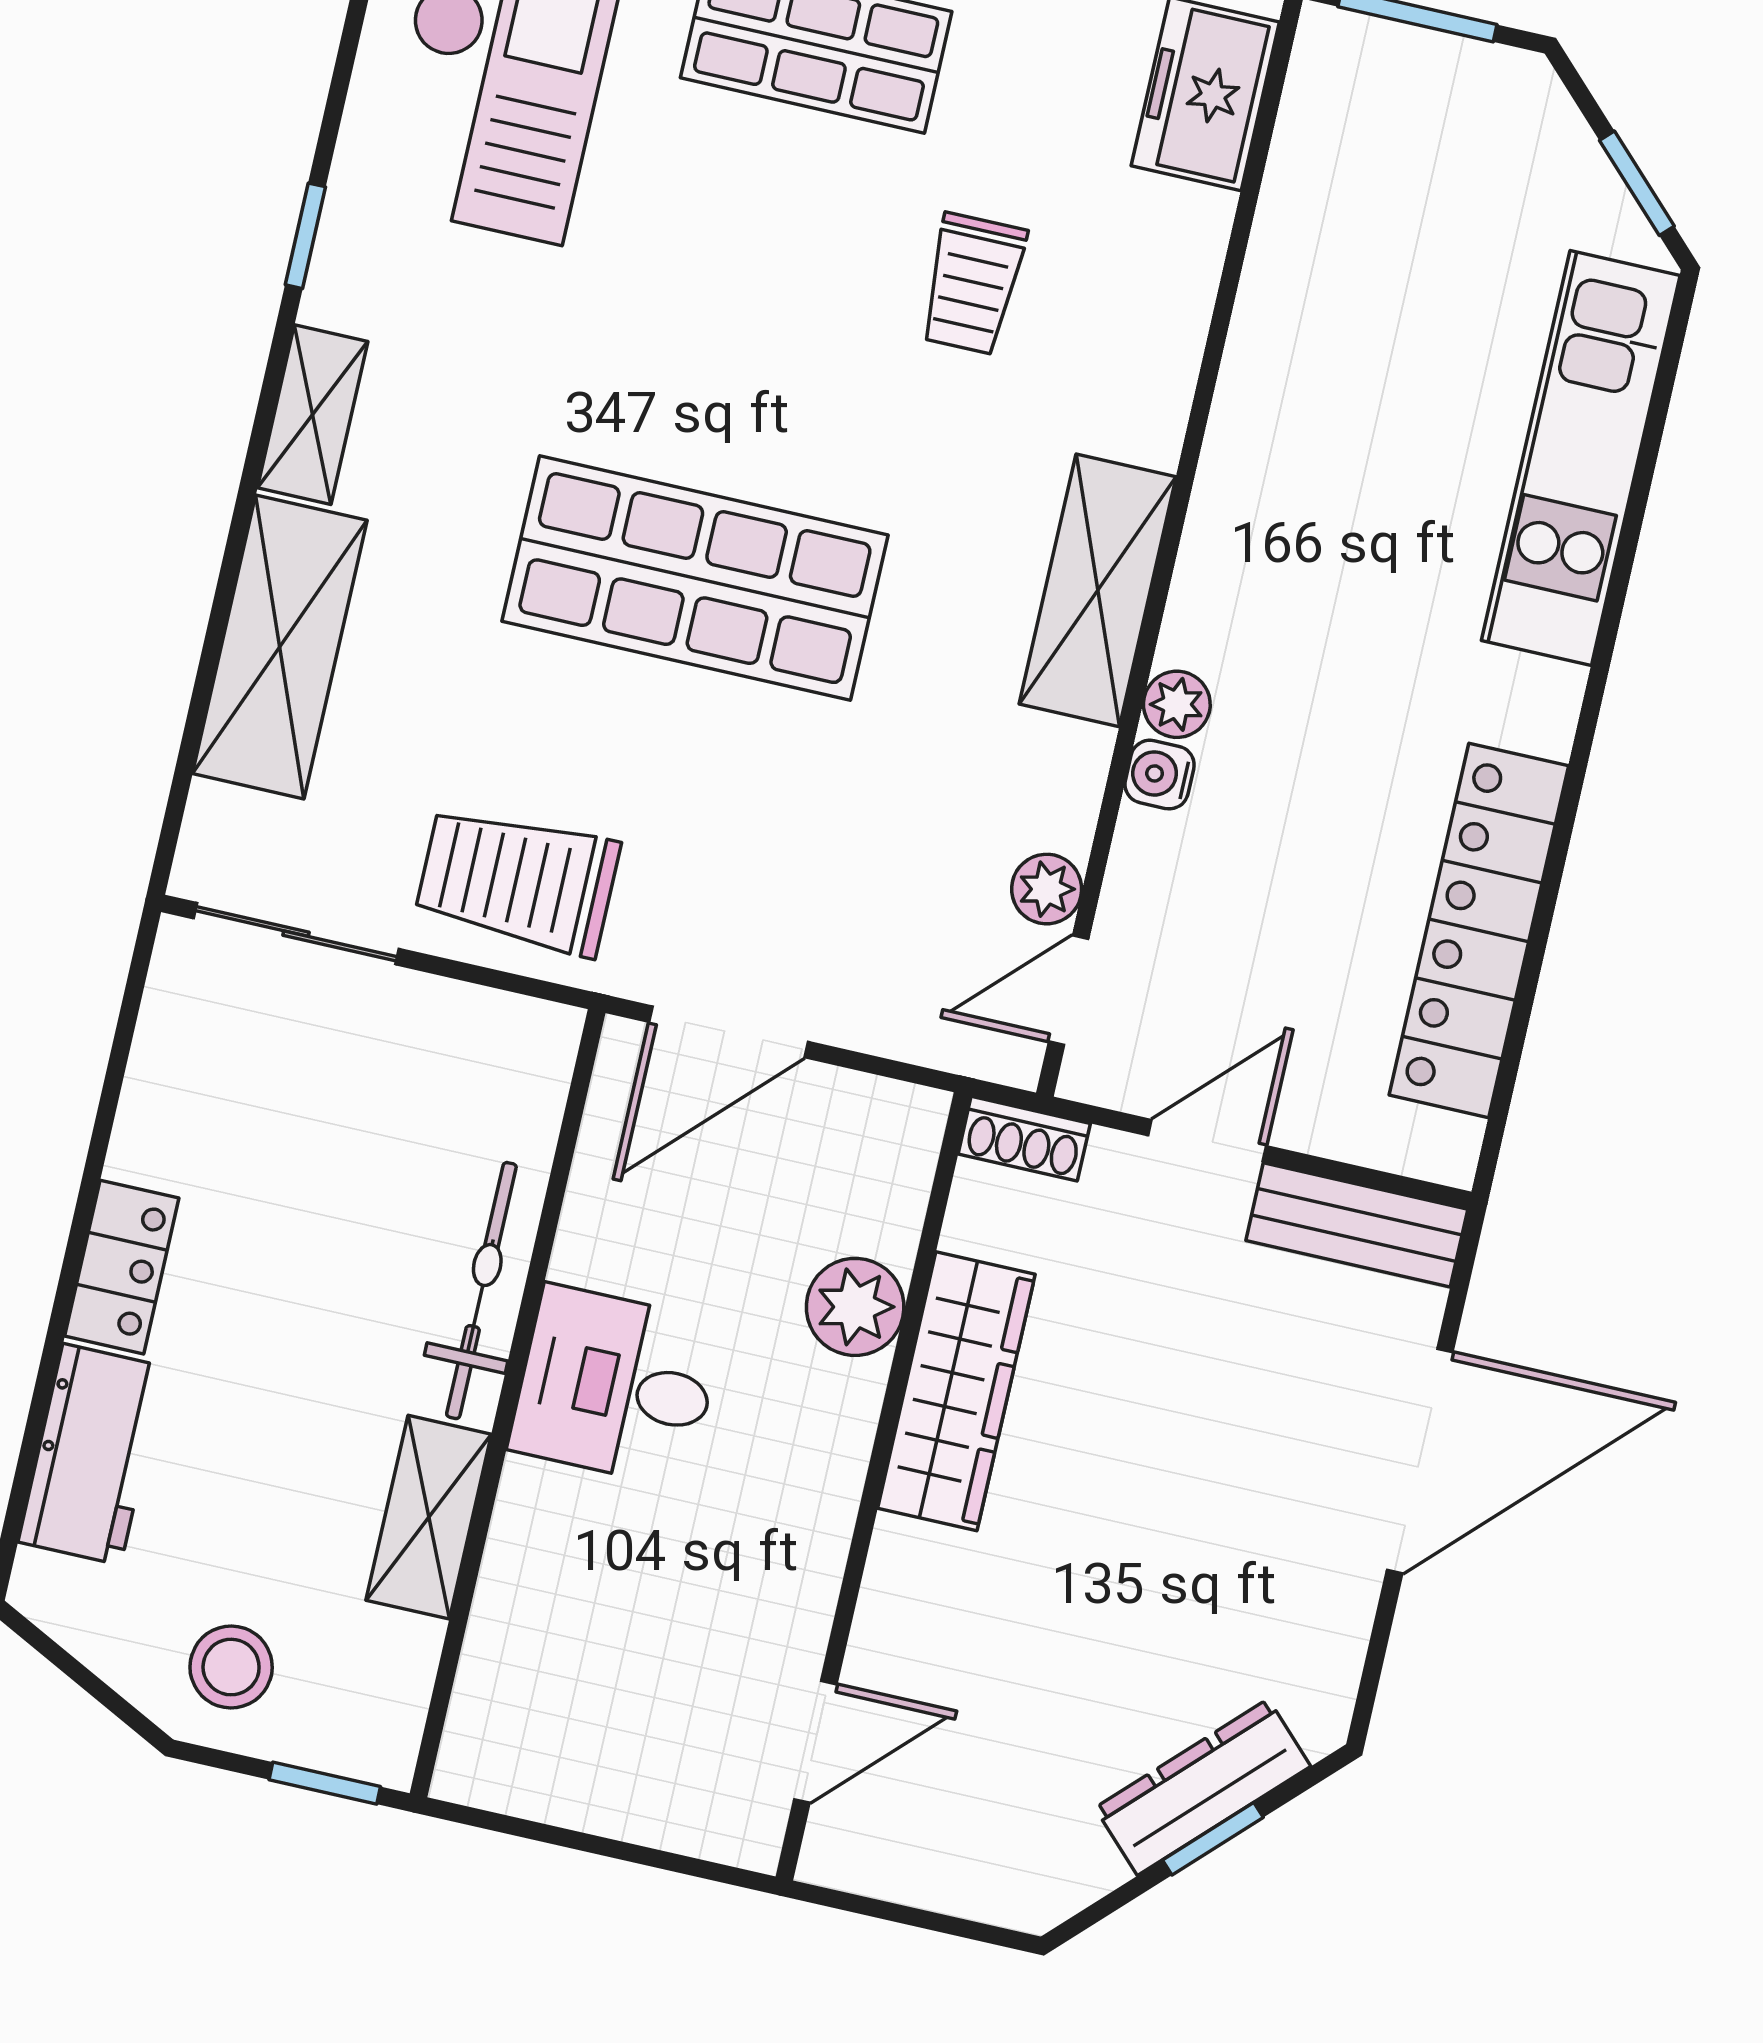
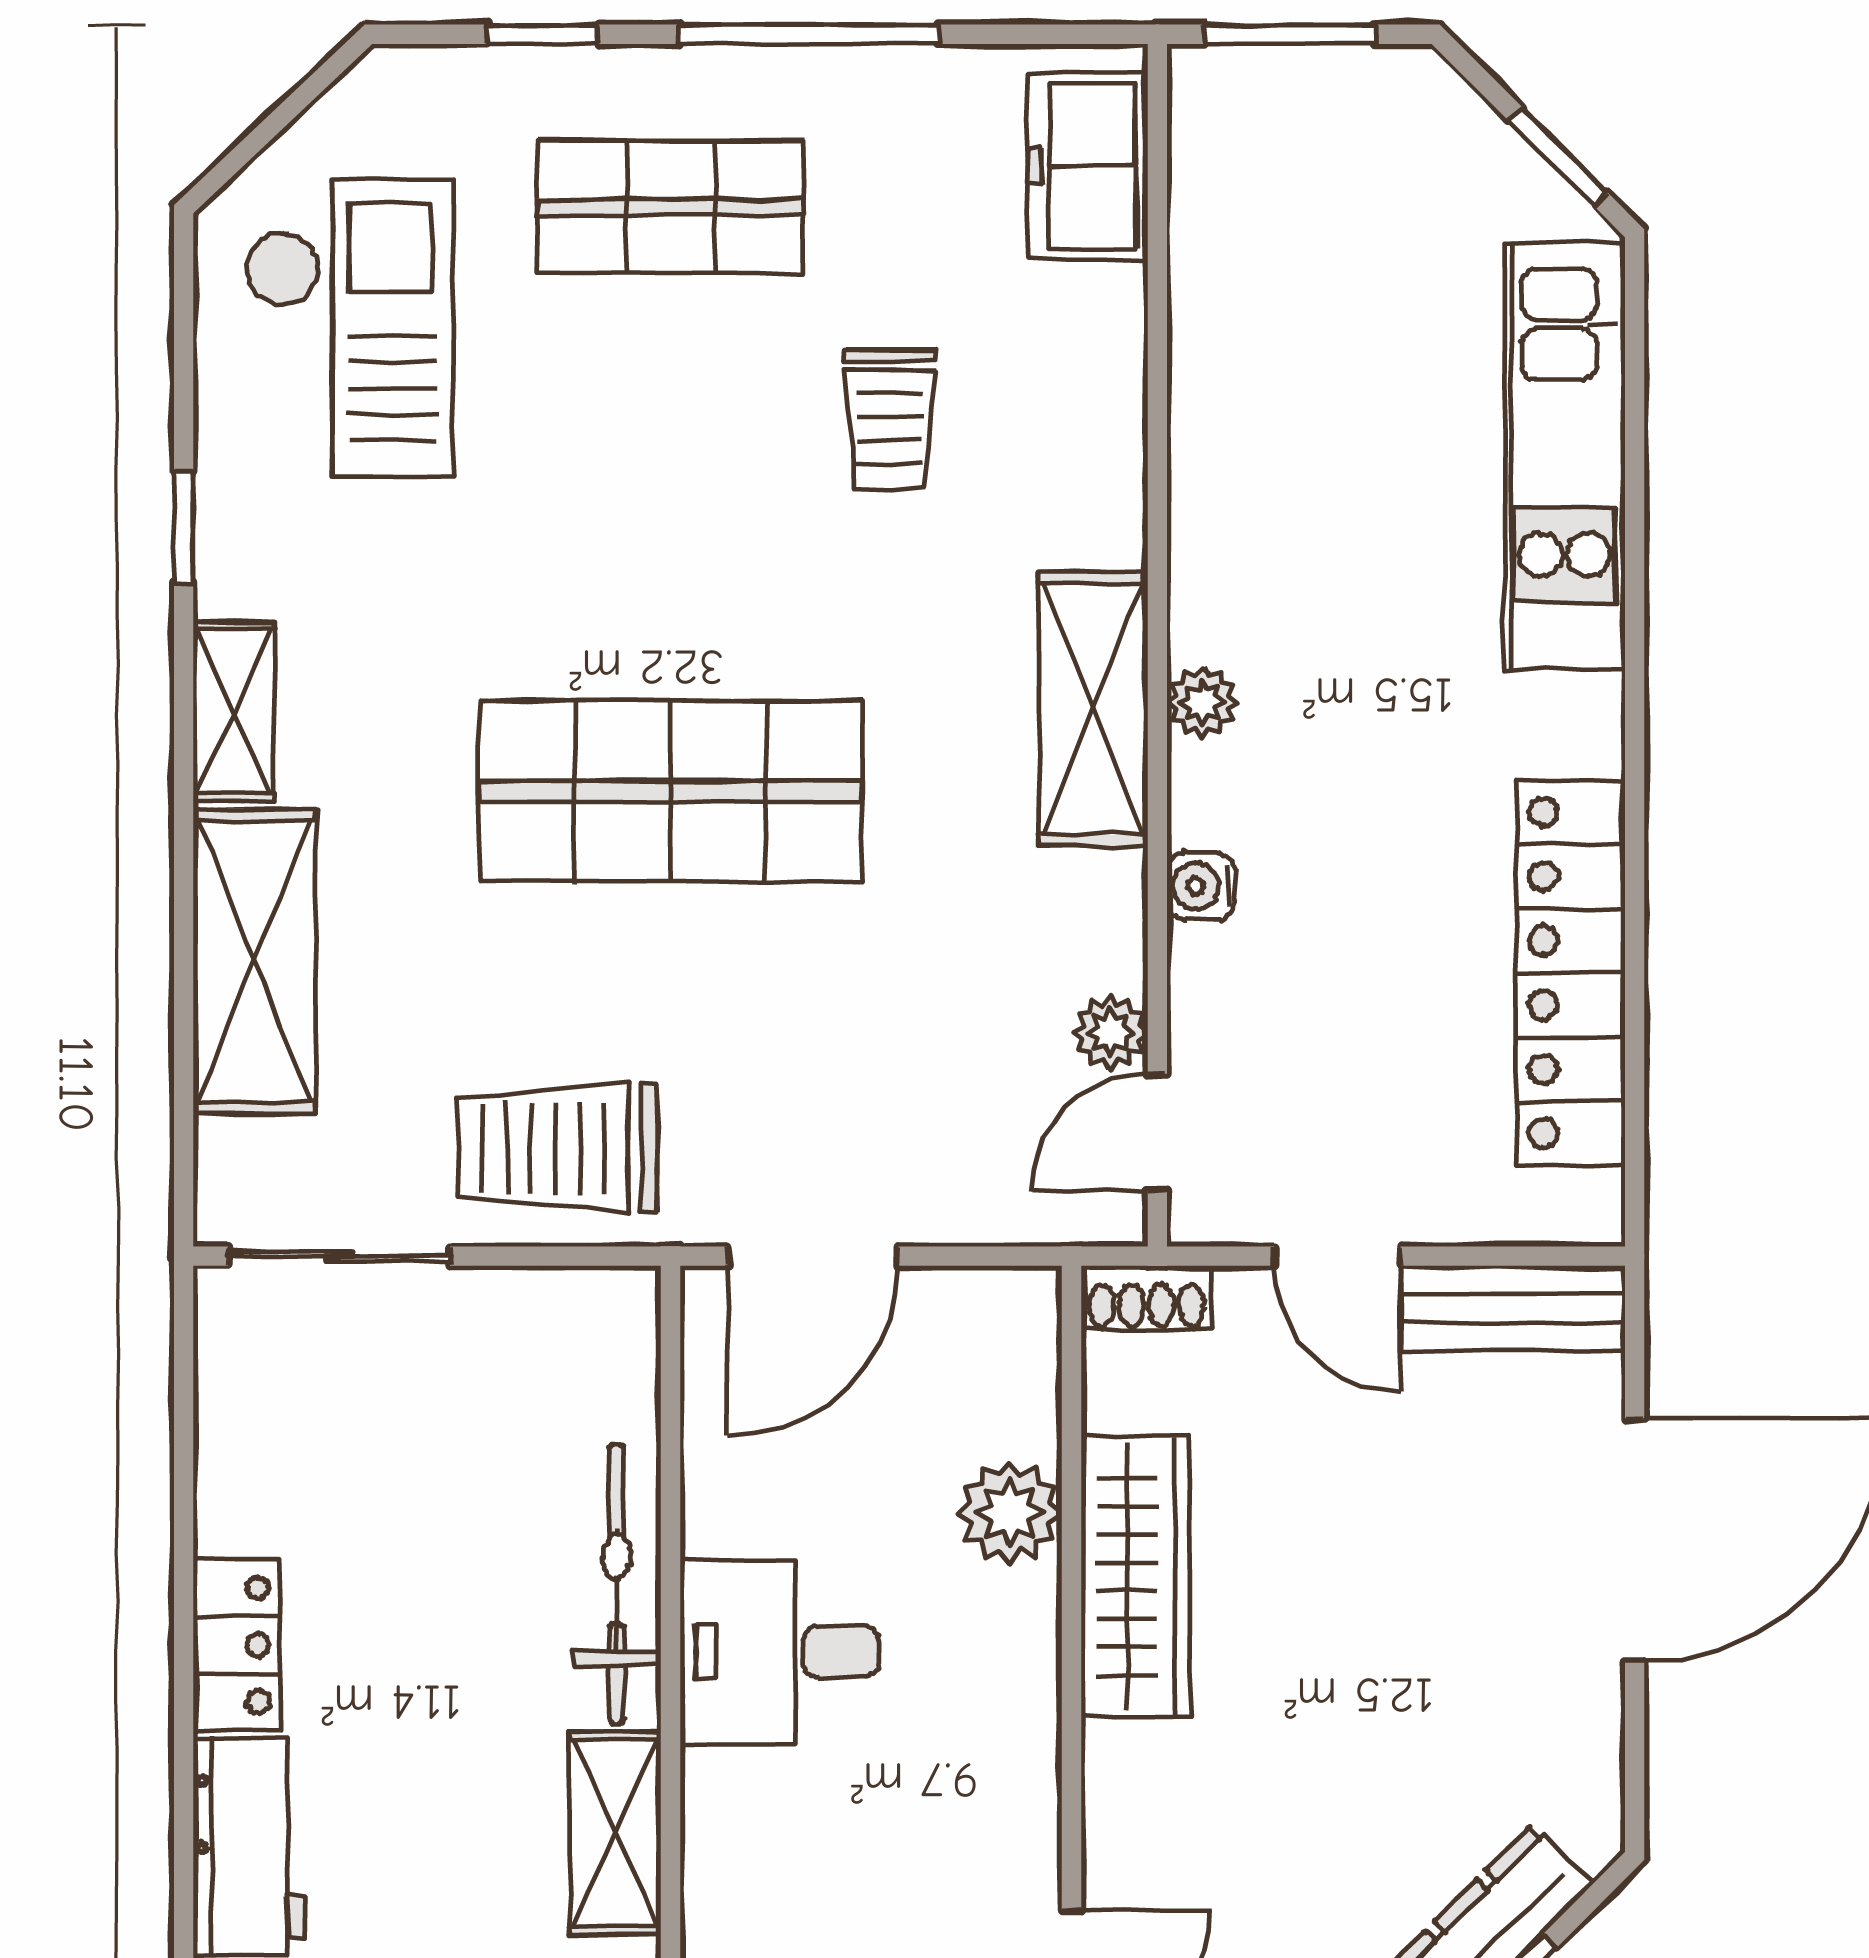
plant: (1177, 704) -> (1202, 702), moved
door: (1207, 1141) -> (1337, 1256), swing flipped

